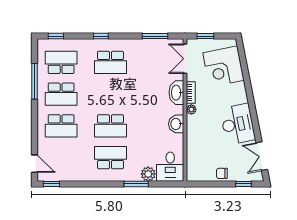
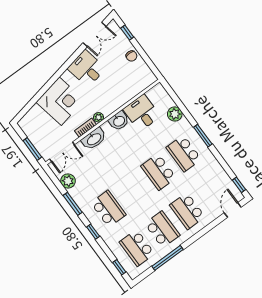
window: (155, 36) -> (73, 204), moved
window: (205, 36) -> (32, 149), width x1.50
plant: (158, 46) -> (68, 181), added
corner desk: (223, 66) -> (60, 101), moved
desk: (238, 124) -> (87, 68), width x0.73
school desk: (61, 126) -> (187, 211), turned 180
school desk: (110, 126) -> (159, 172), turned 180
desk: (170, 167) -> (142, 113), moved, turned -90
window: (136, 184) -> (203, 136), moved

